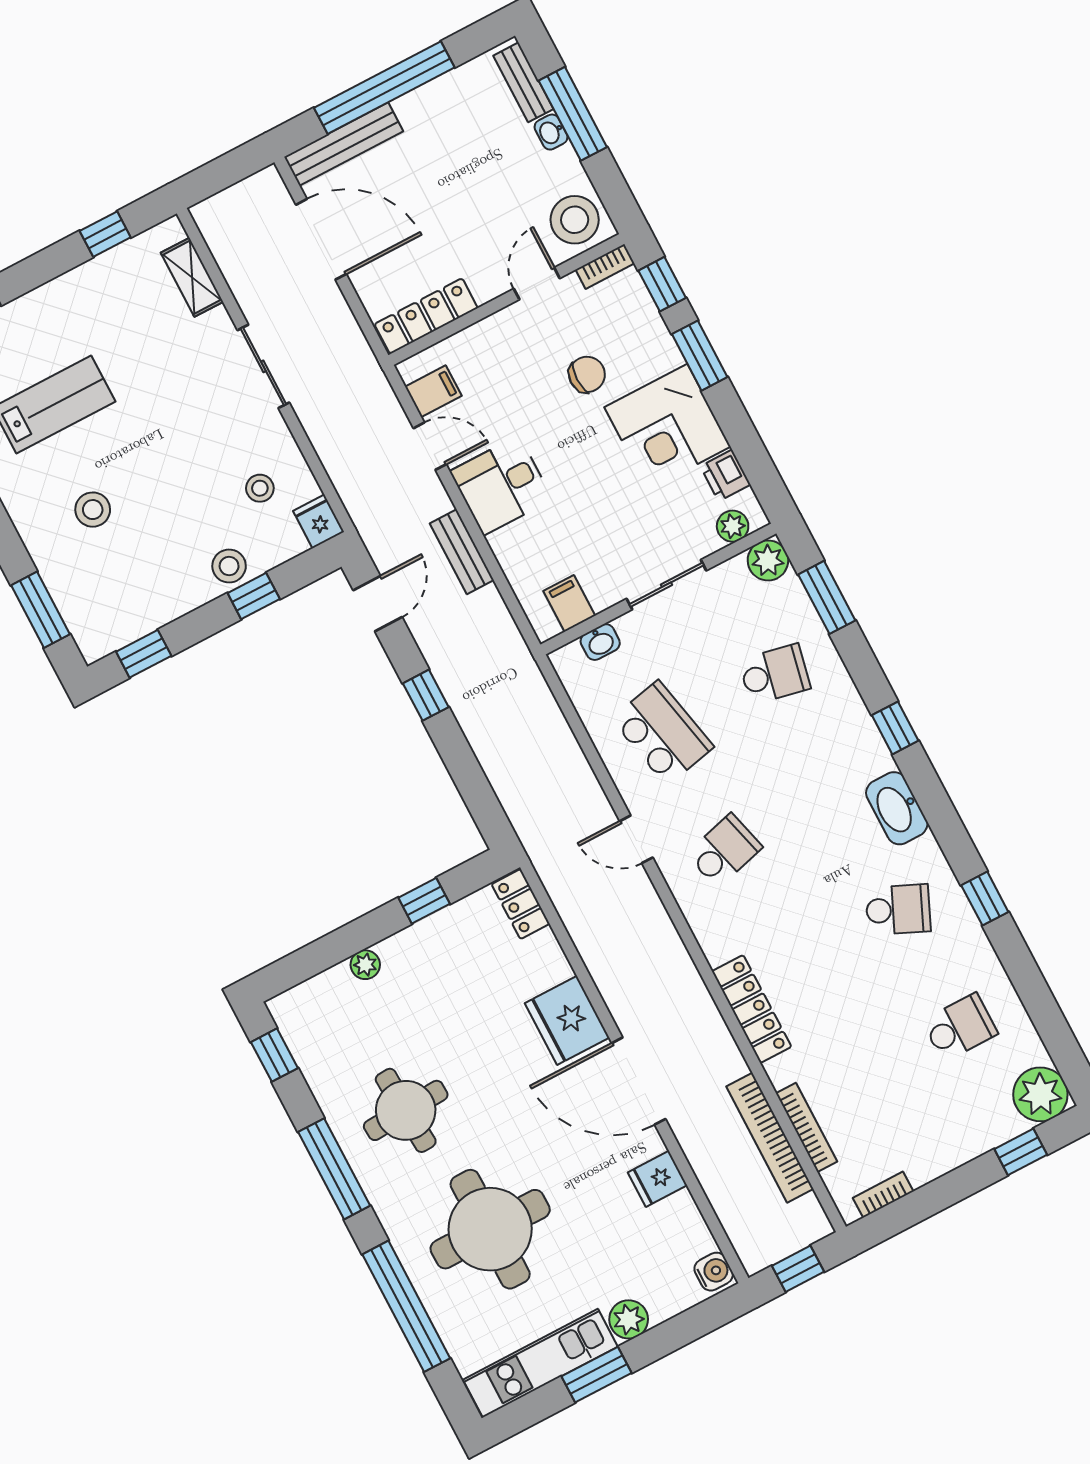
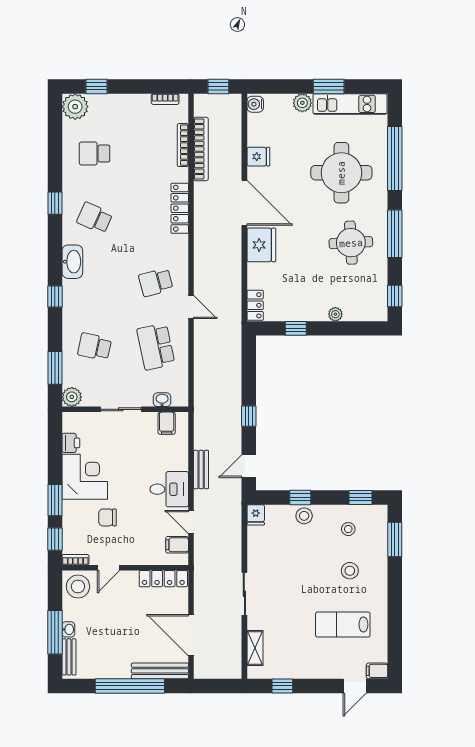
stool: (260, 488) -> (348, 529), moved
plant: (733, 526) -> (79, 420), removed

